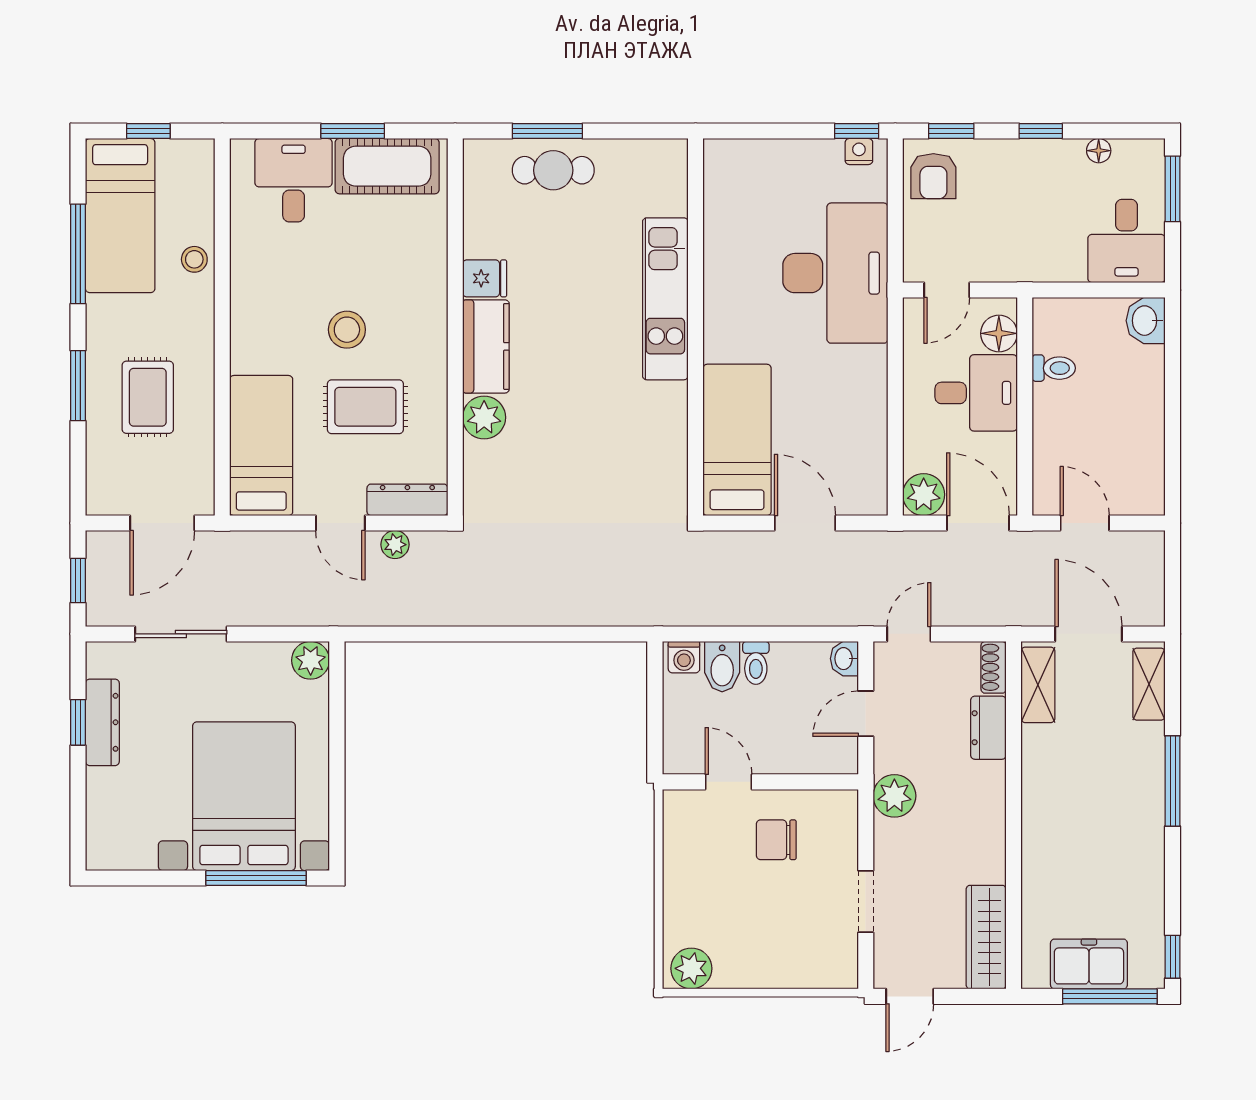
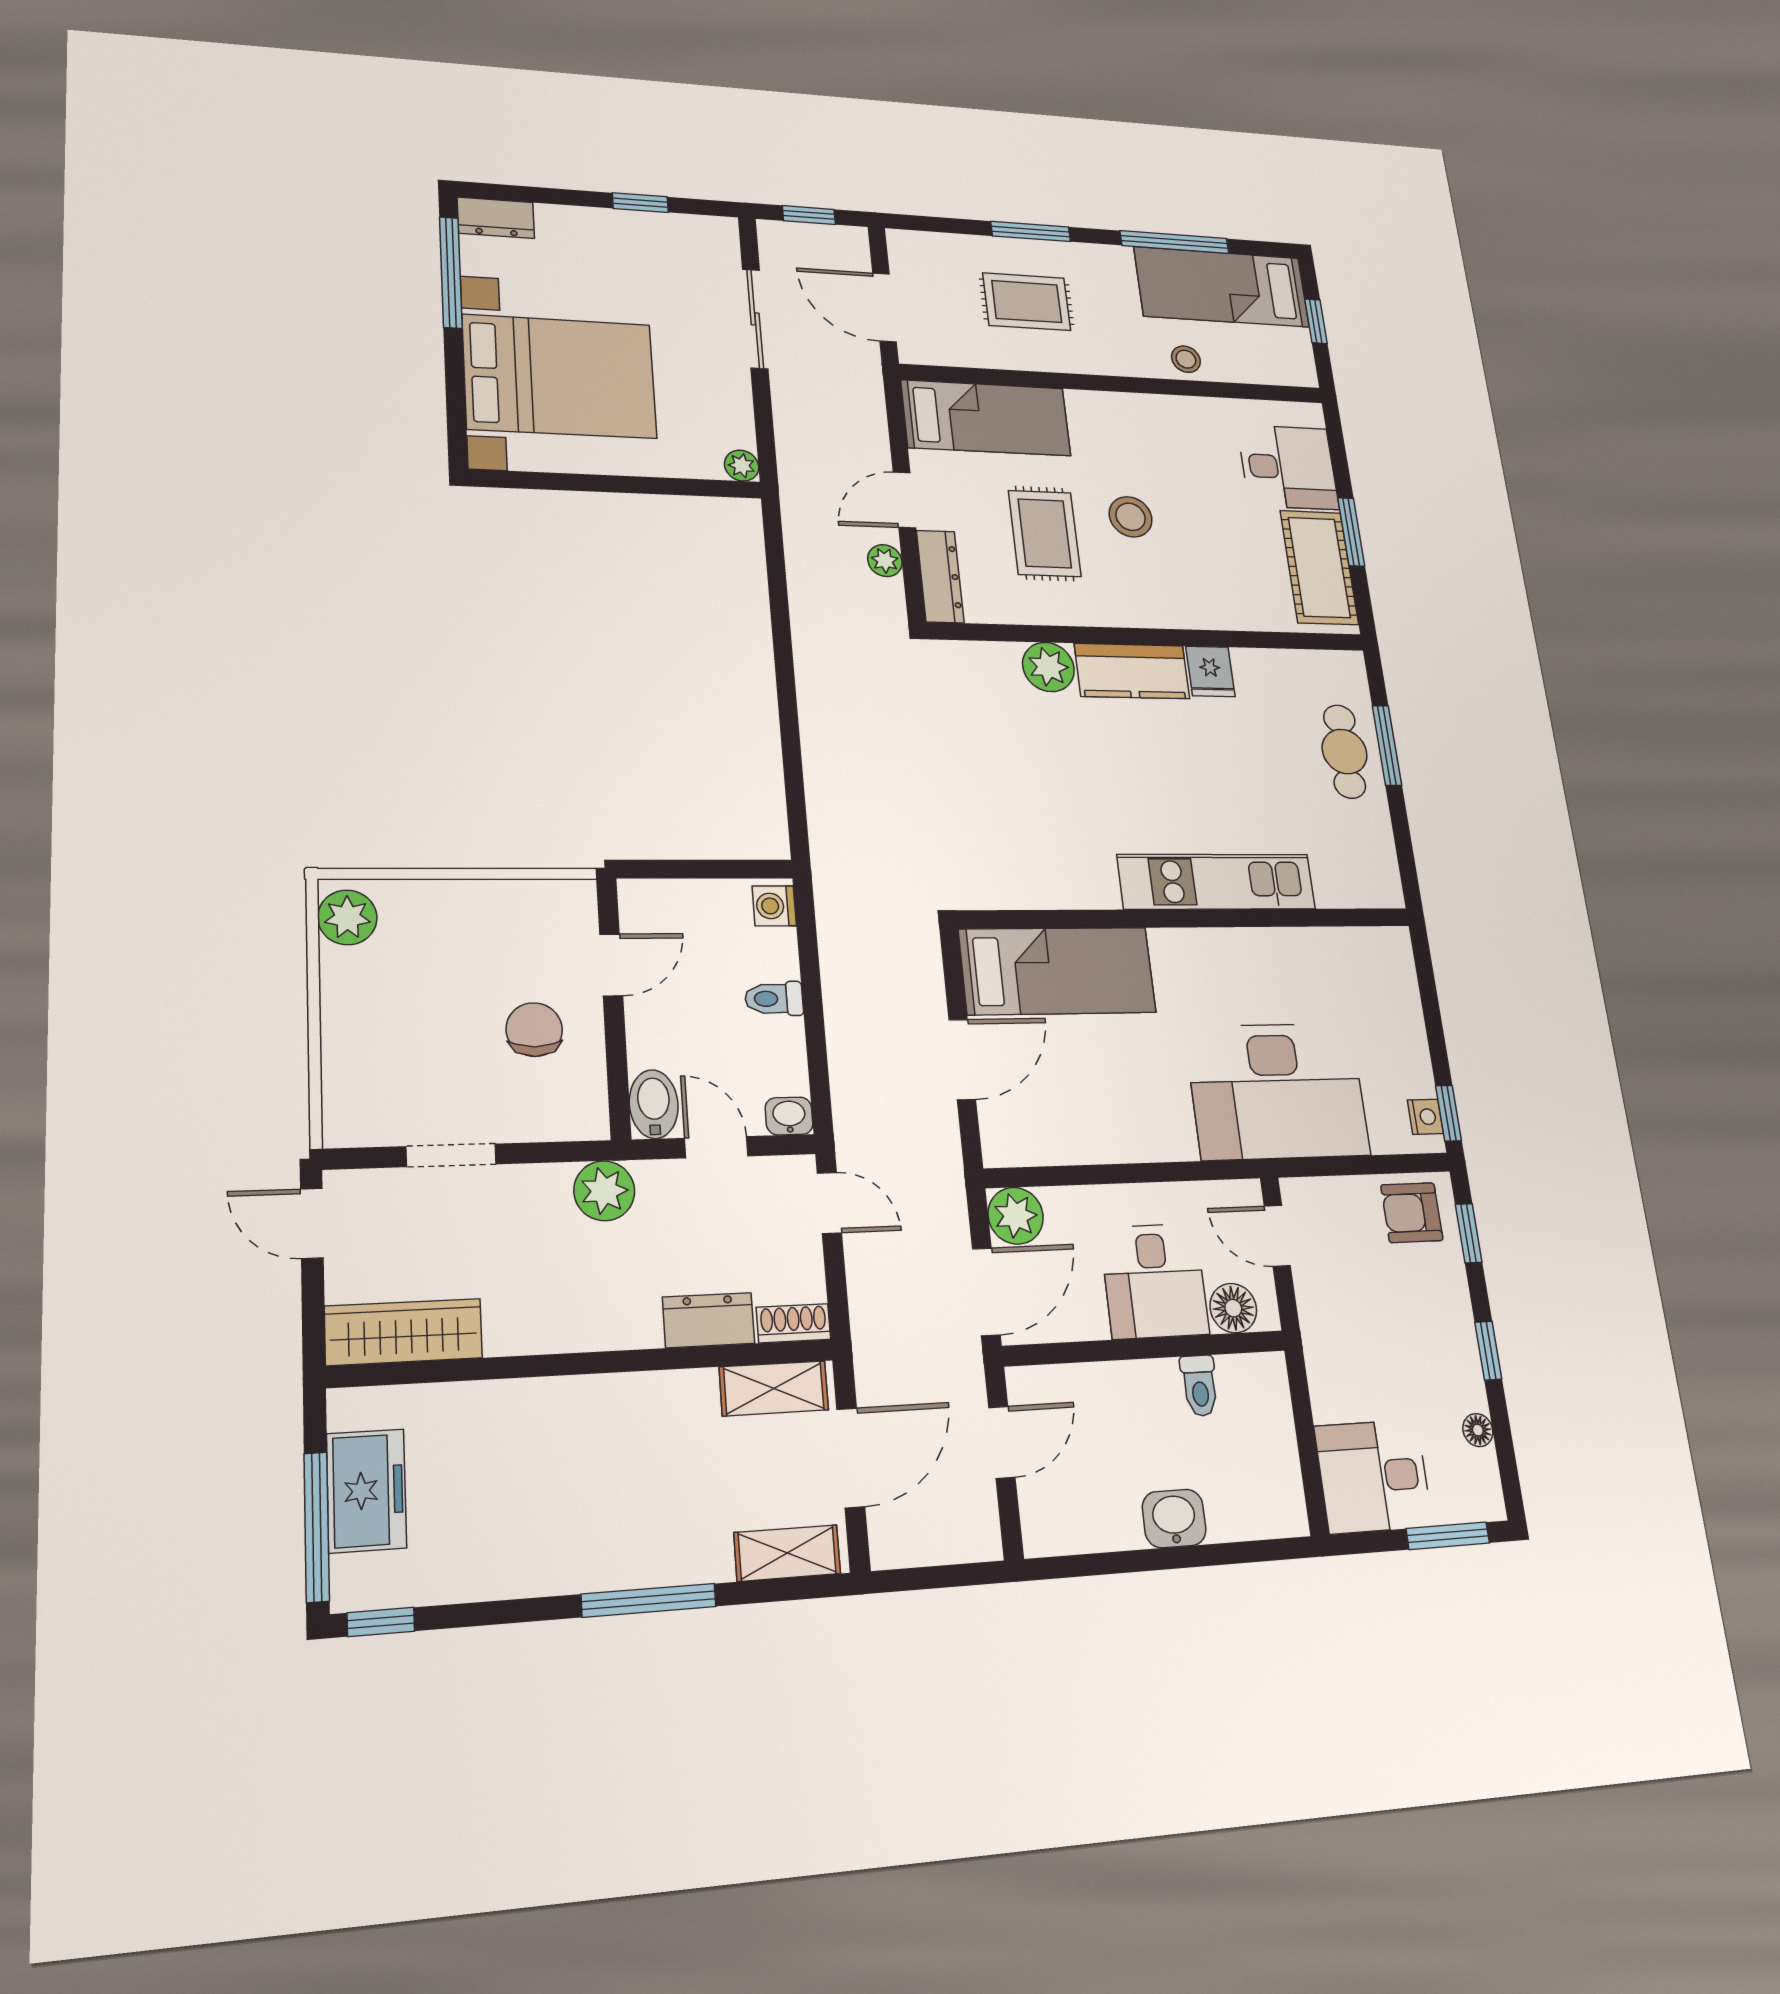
washbasin: (1146, 321) -> (1174, 1519), moved
plant: (311, 660) -> (742, 466), width x0.73, depth x0.73
bidet: (722, 667) -> (654, 1104), moved, turned 90
dresser: (102, 722) -> (496, 218), moved, width x0.70
window: (256, 878) -> (451, 272), moved

